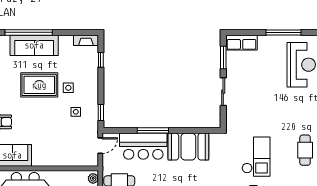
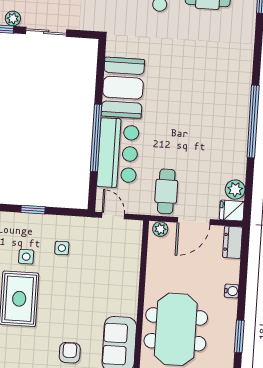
plant: (231, 68) -> (13, 18), added
window: (101, 113) -> (33, 210), moved
window: (153, 130) -> (96, 138), width x1.46

